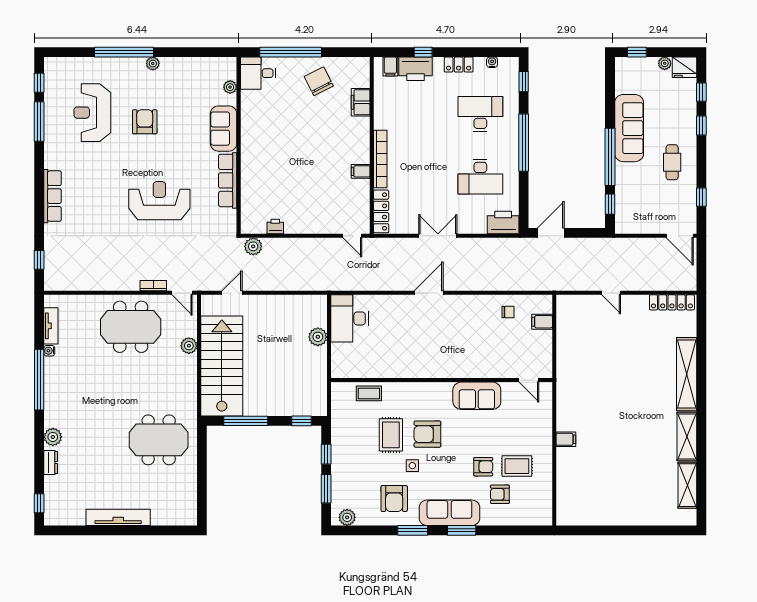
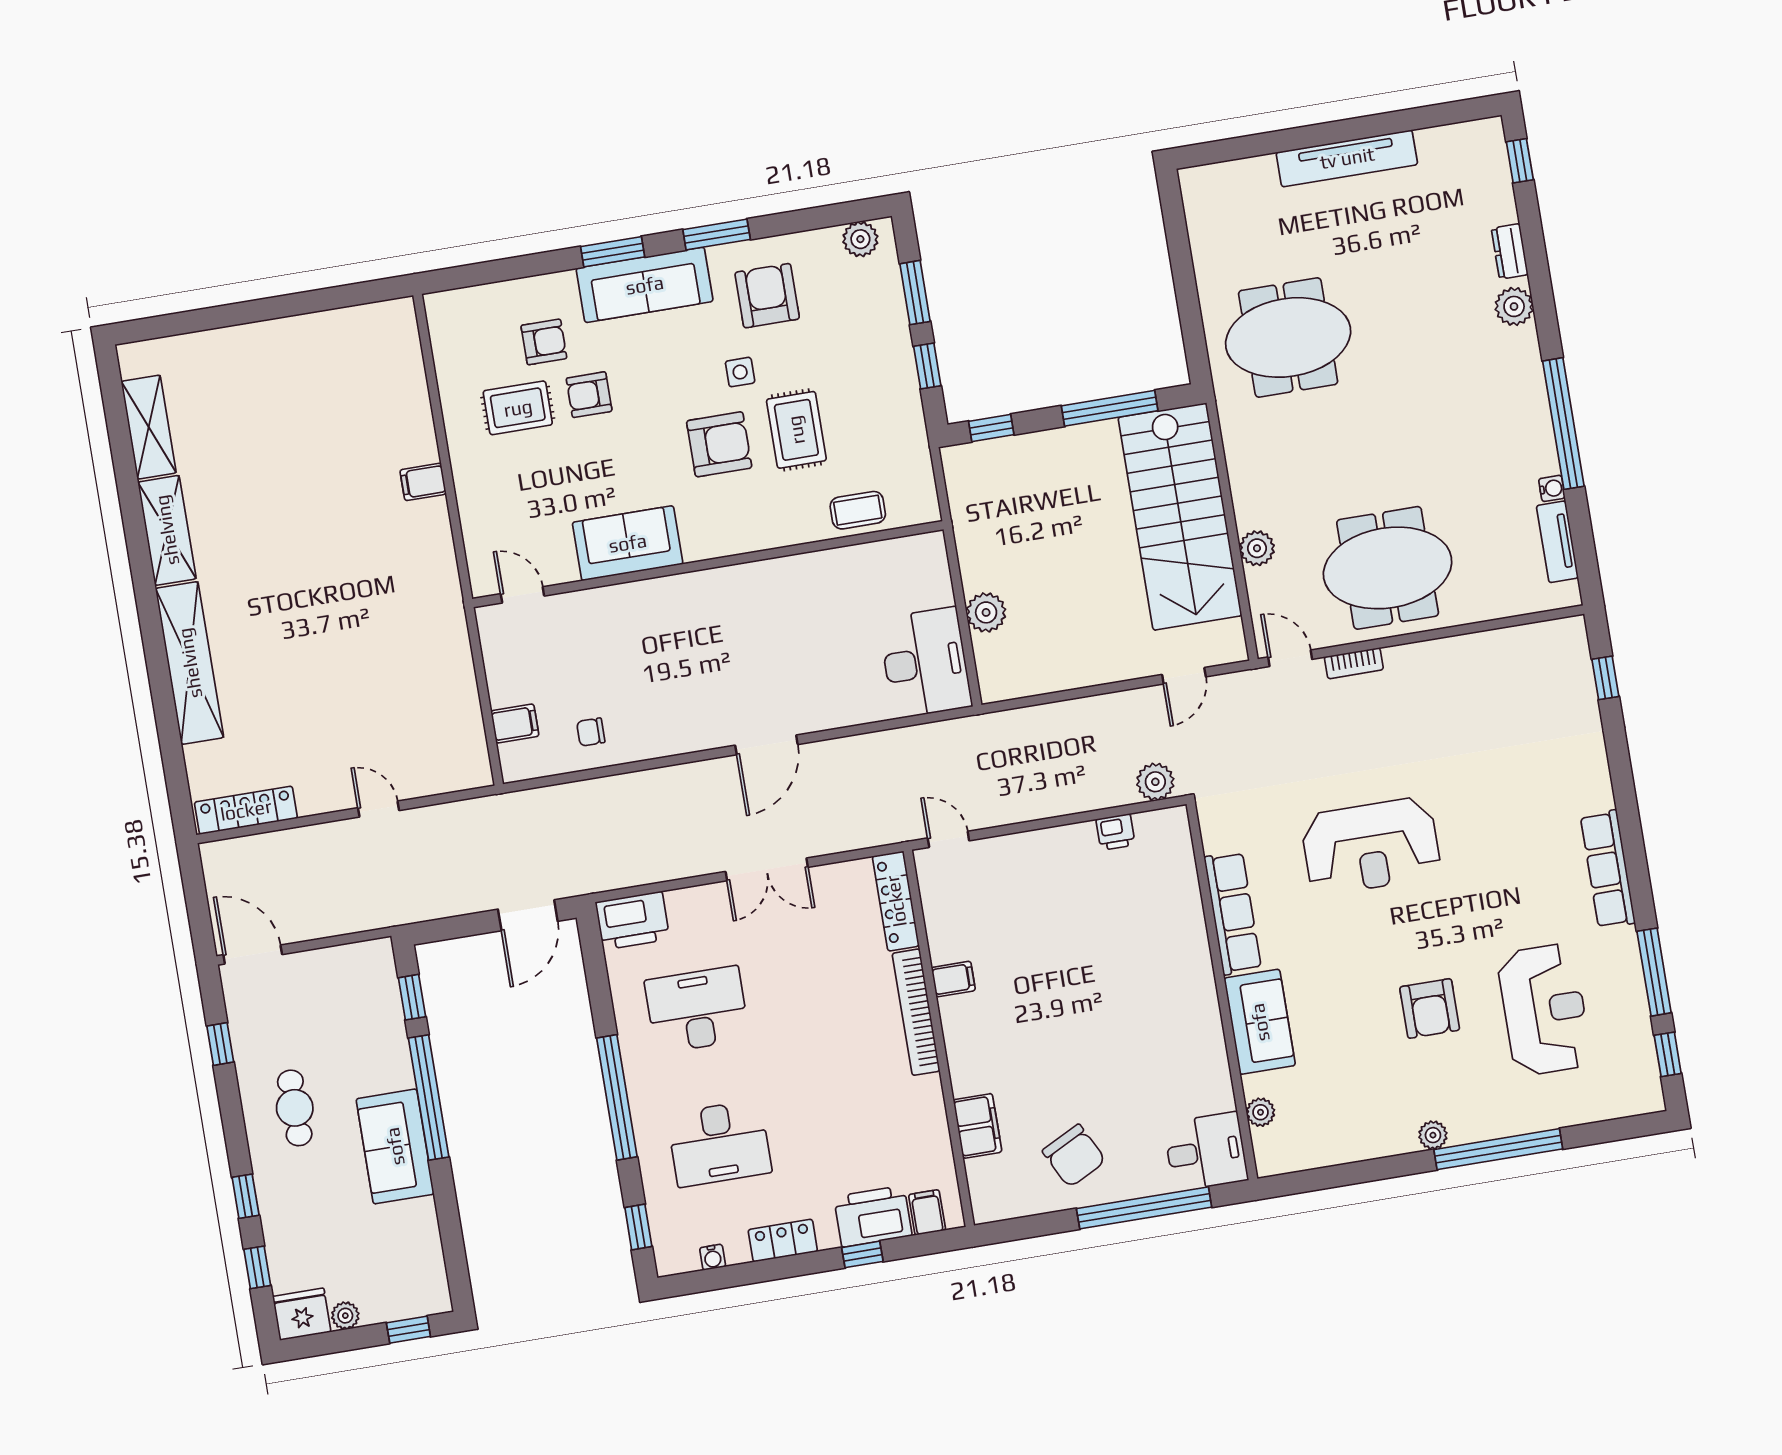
sofa: (629, 128) -> (395, 1146), width x0.73
row of seats: (53, 196) -> (1608, 869), moved

